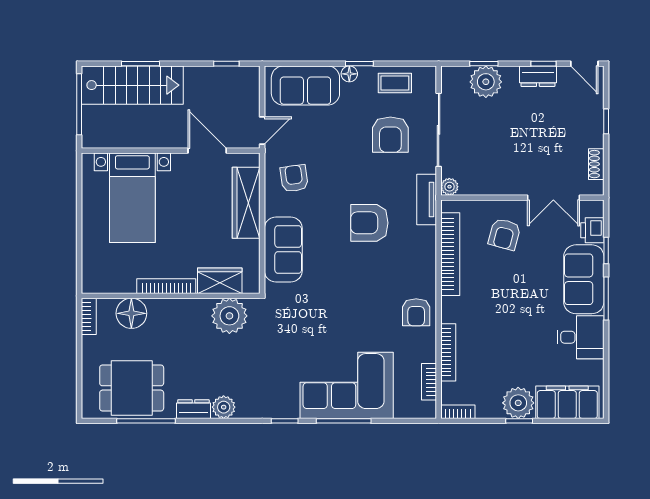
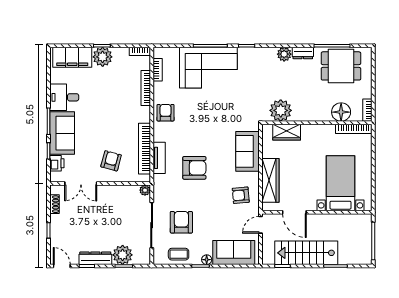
dresser: (538, 76) -> (95, 258), width x1.44
stairs: (132, 85) -> (306, 253), moved
armchair: (294, 178) -> (241, 195), turned 93
double door: (553, 198) -> (81, 183), swing flipped
tv unit: (427, 200) -> (159, 158), moved
bookcase: (166, 286) -> (354, 129), moved

